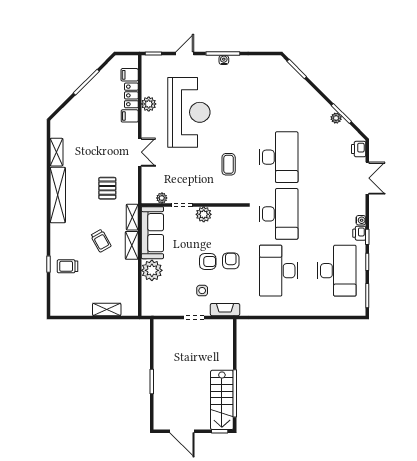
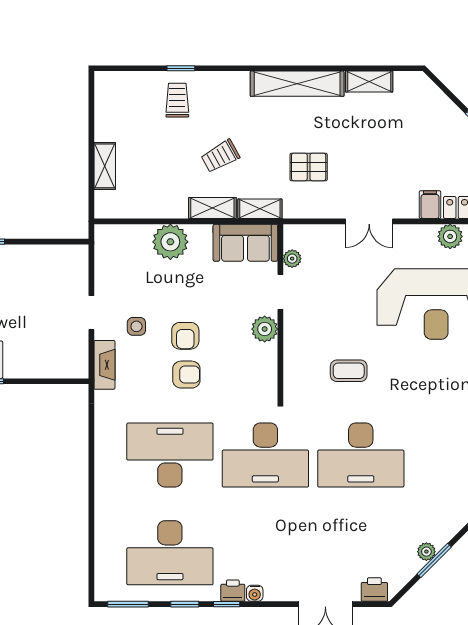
sofa: (152, 233) -> (245, 243), width x0.73

